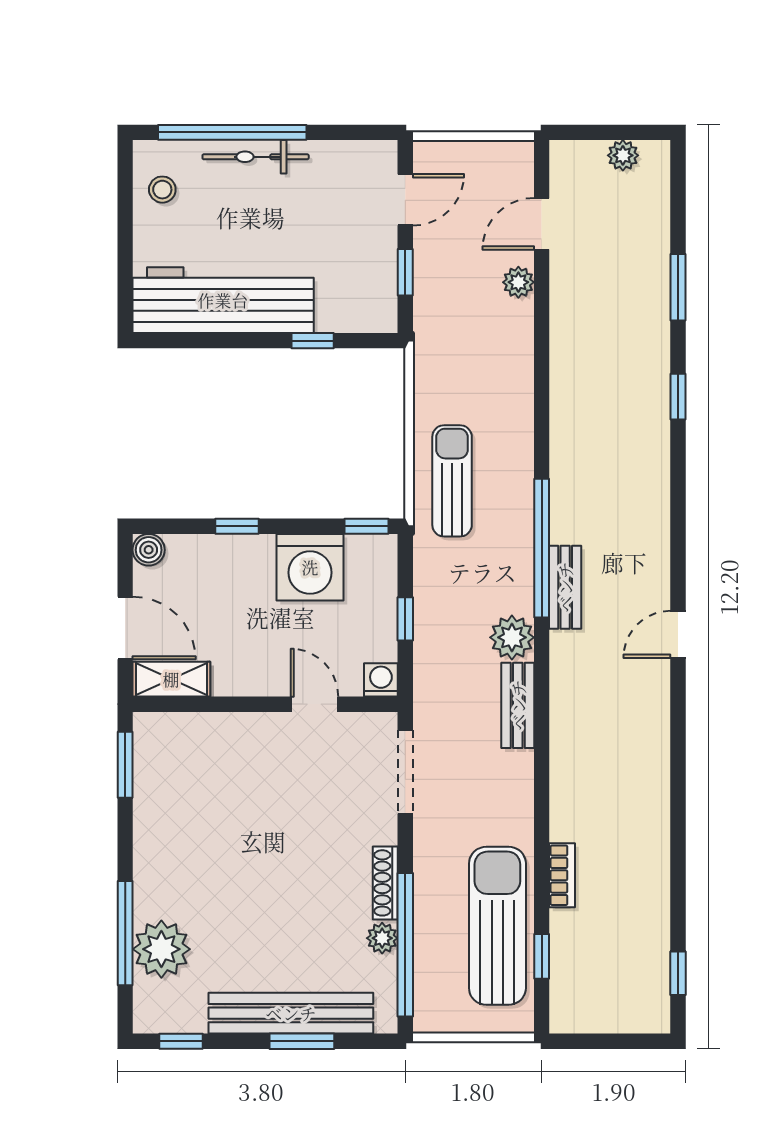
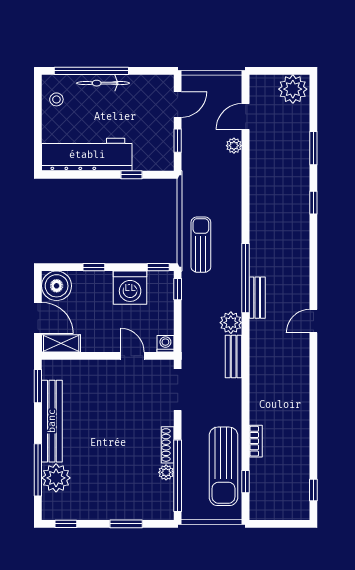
plant: (623, 155) -> (293, 89), width x1.88, depth x1.88
boiler: (149, 550) -> (57, 286), width x1.86, depth x1.86
window: (405, 619) -> (178, 289), moved
sun lounger: (497, 926) -> (223, 466), turned 180
bench: (291, 1013) -> (52, 421), moved, turned 90

